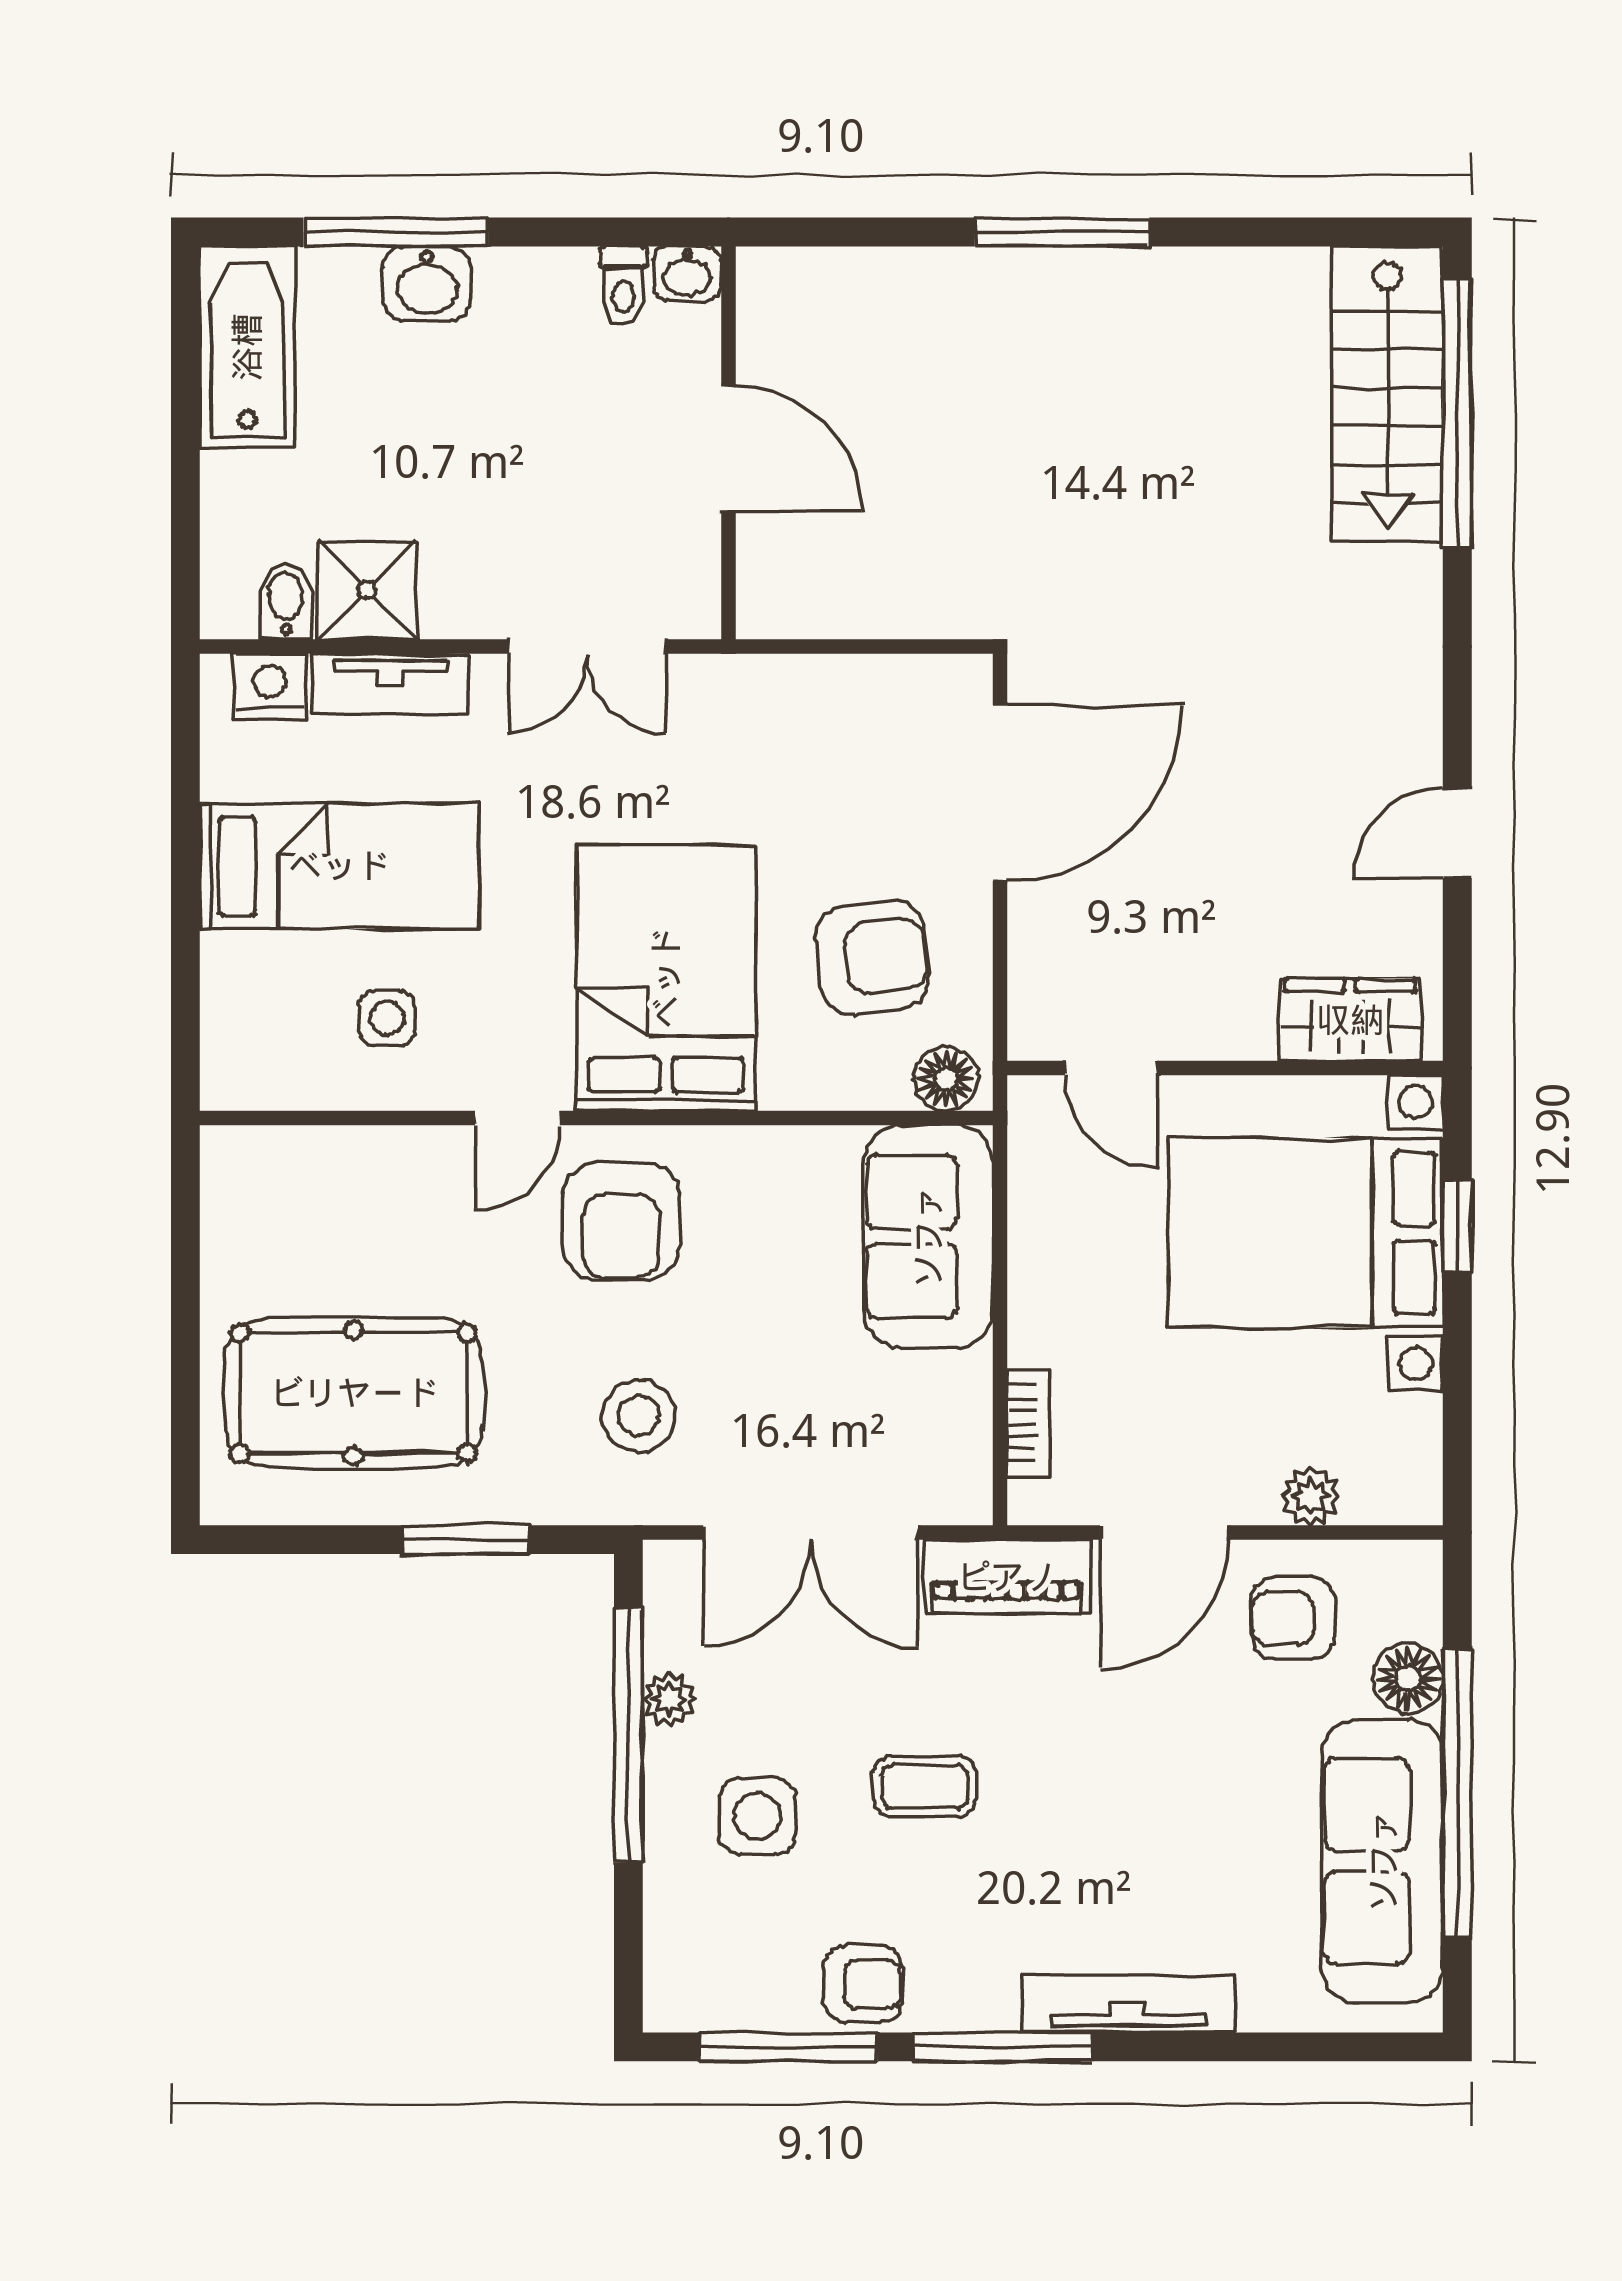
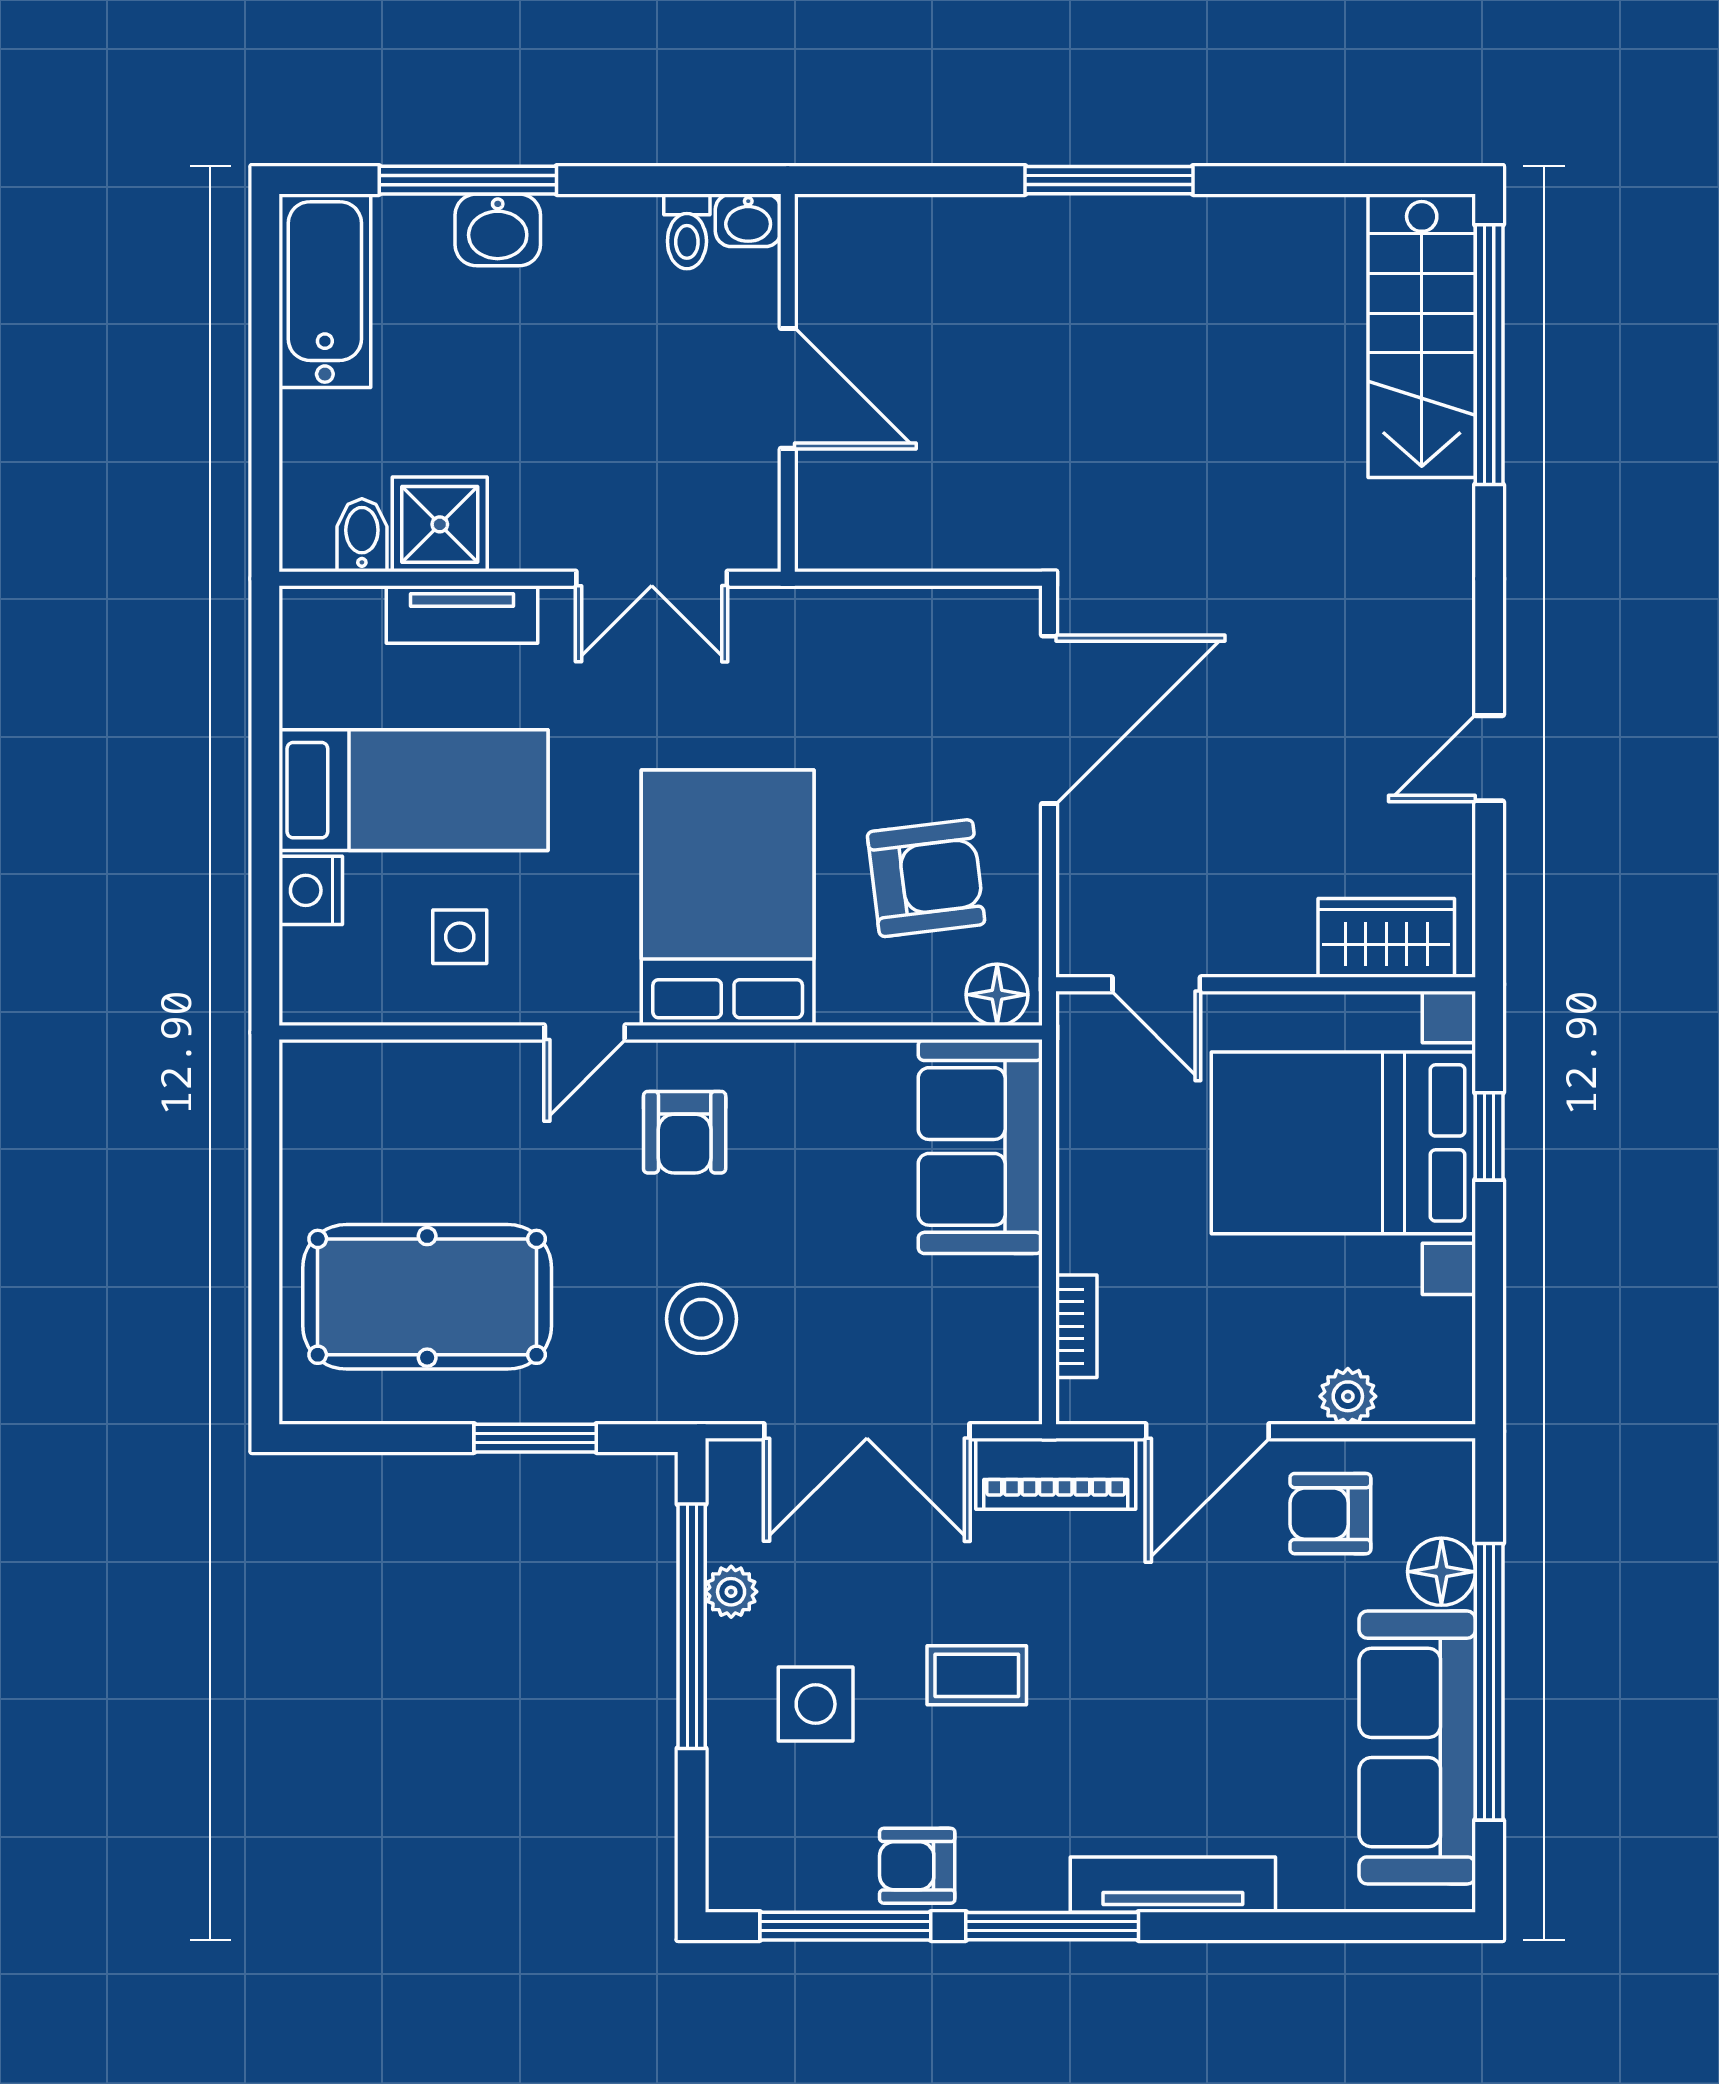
nightstand: (270, 686) -> (311, 890), moved, turned -90
armchair: (621, 1222) -> (685, 1132), width x0.72, depth x0.72
armchair: (863, 1984) -> (917, 1866), turned 180

